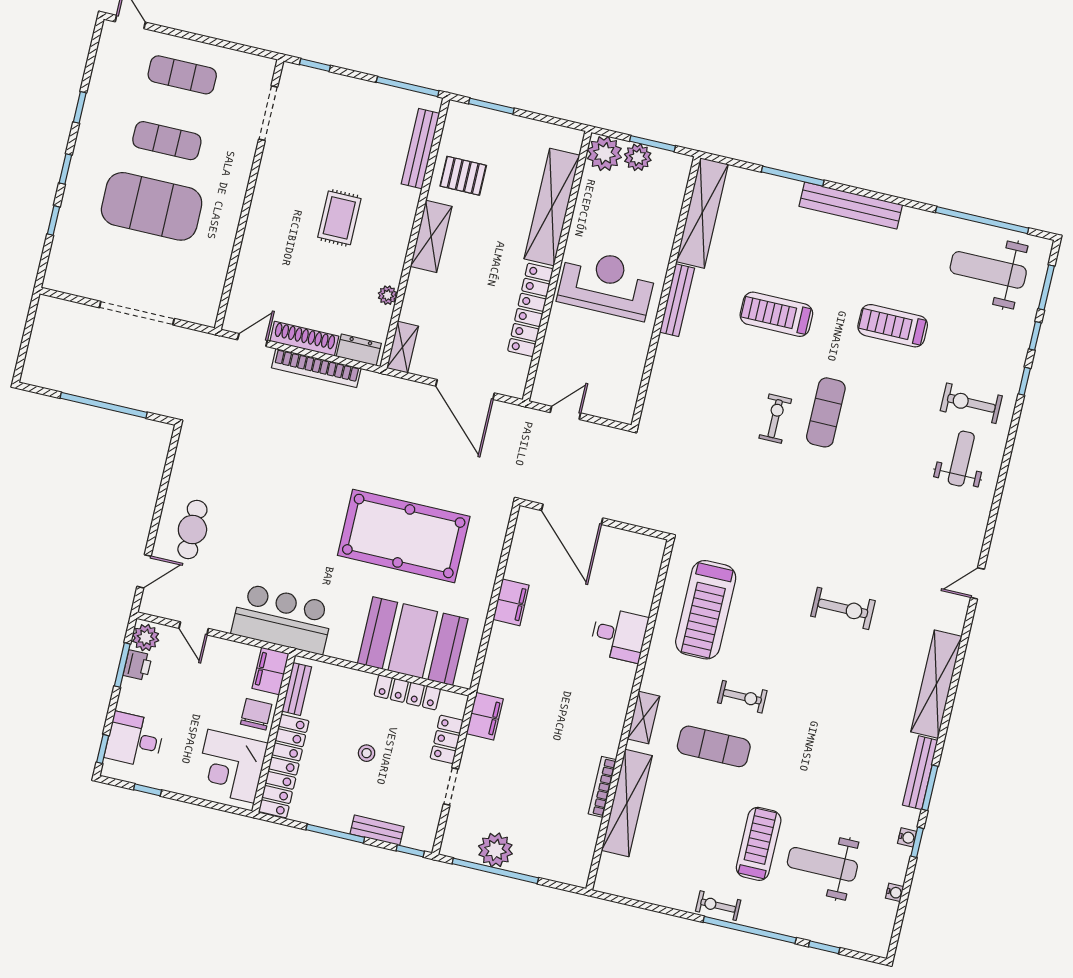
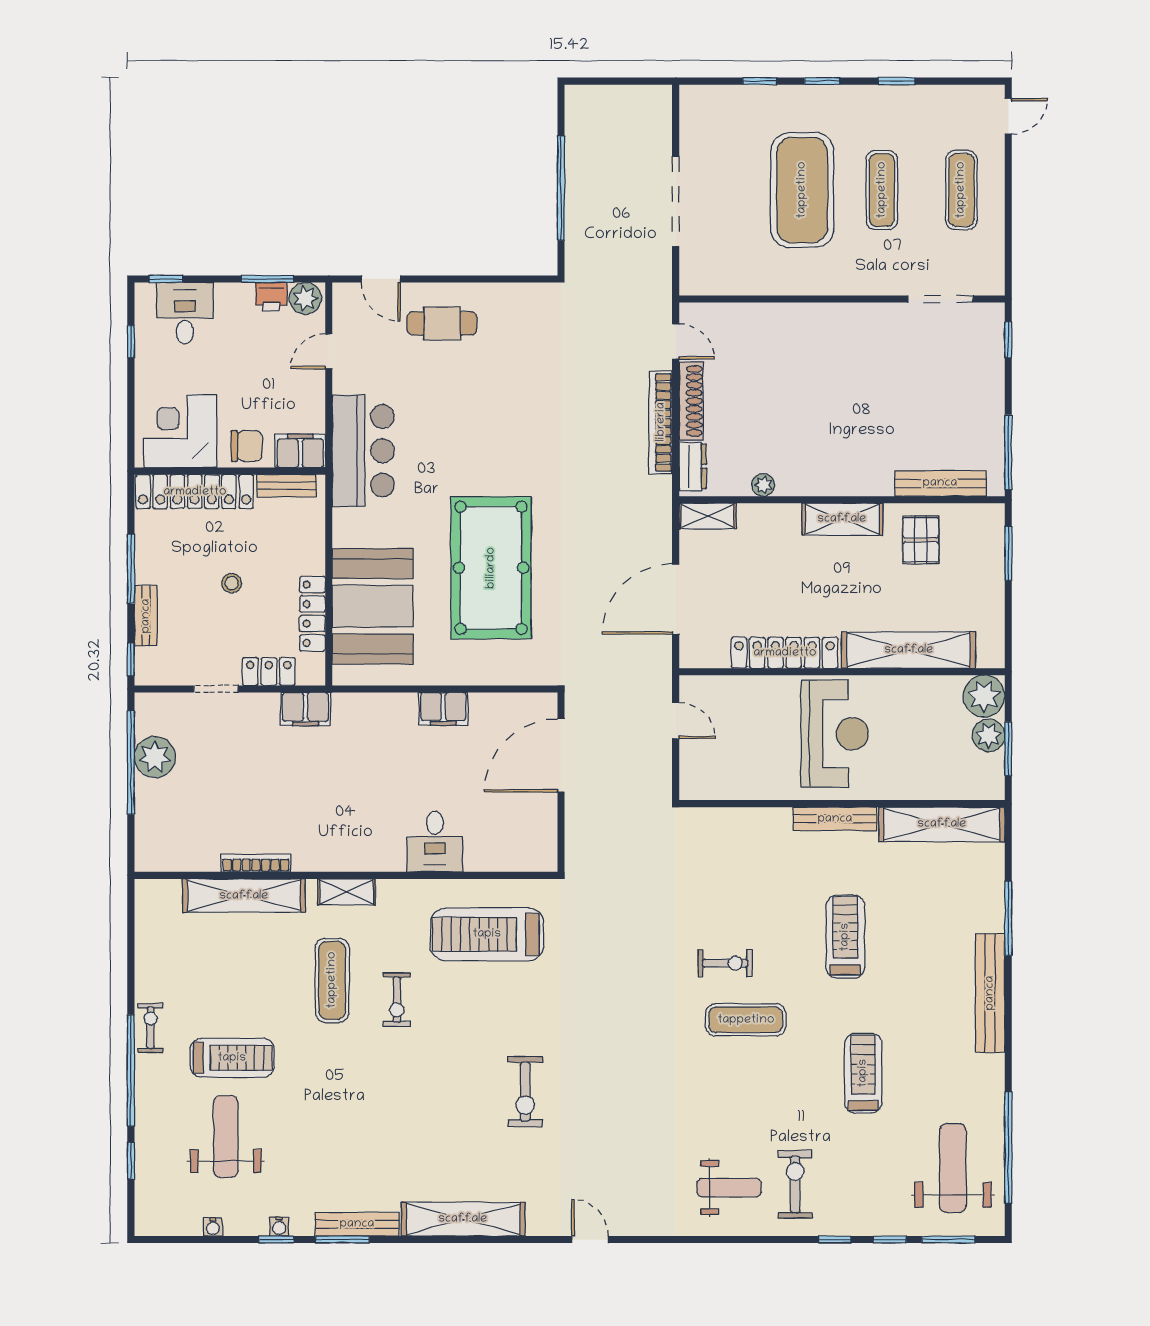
rug: (339, 218) -> (839, 409), removed

